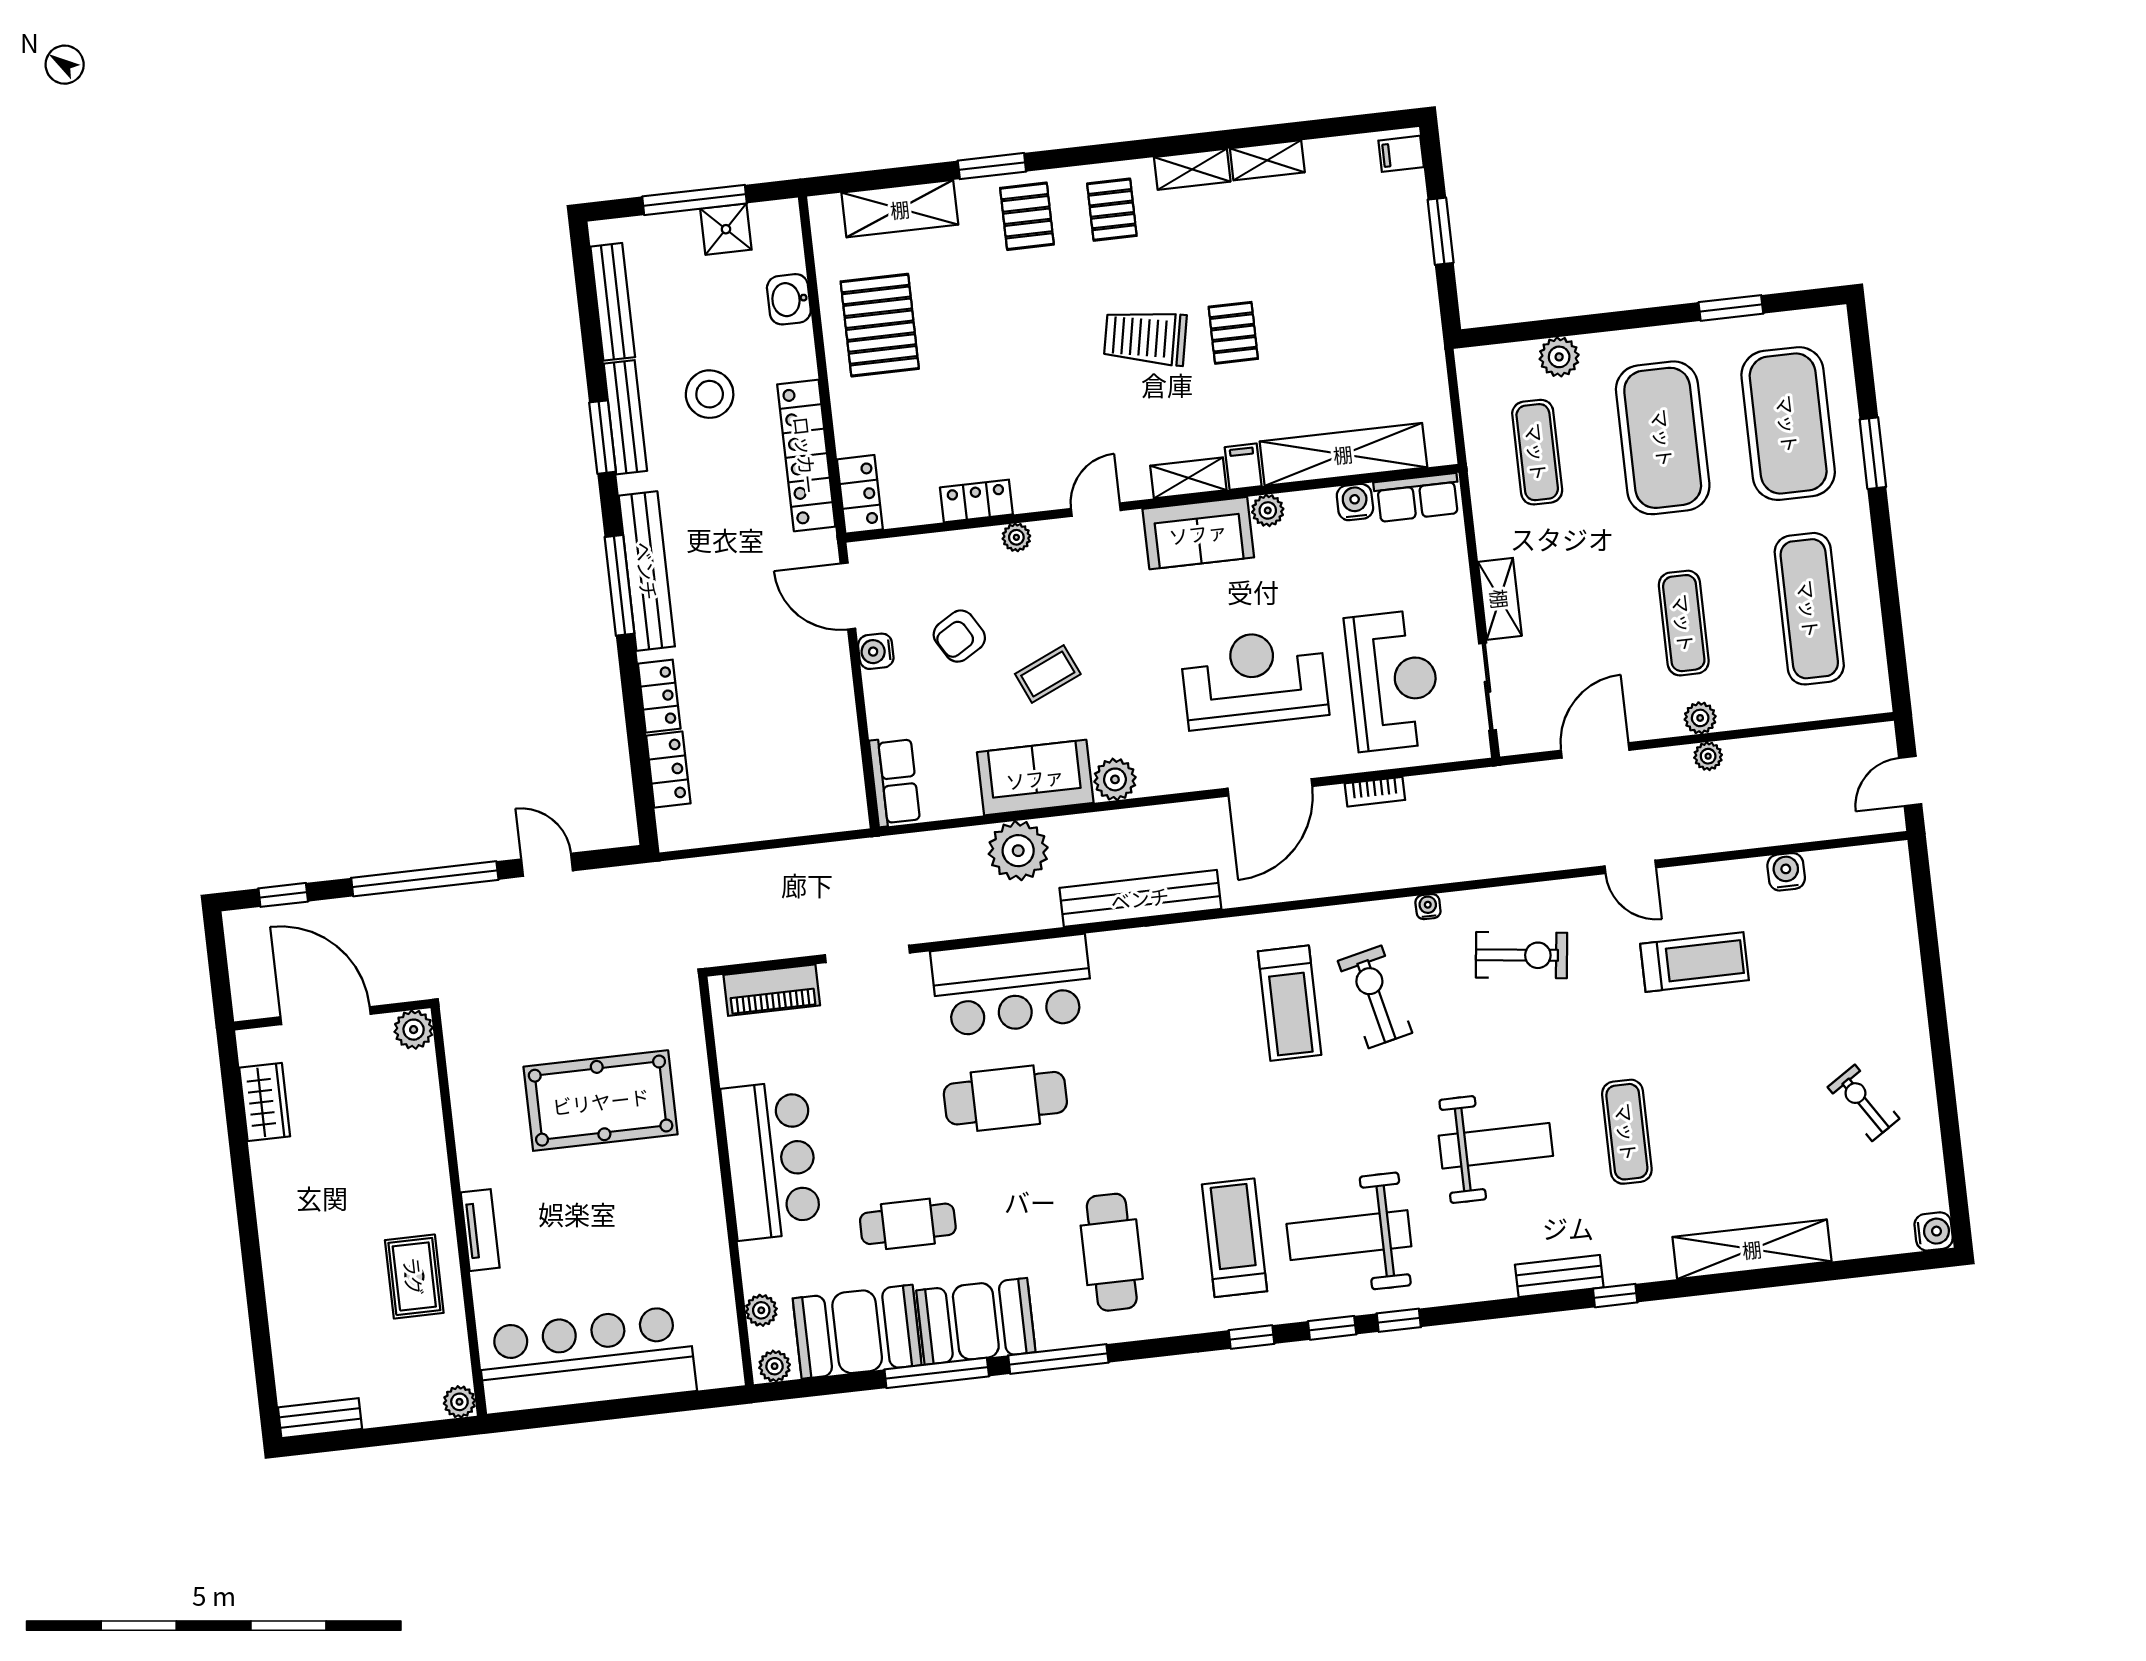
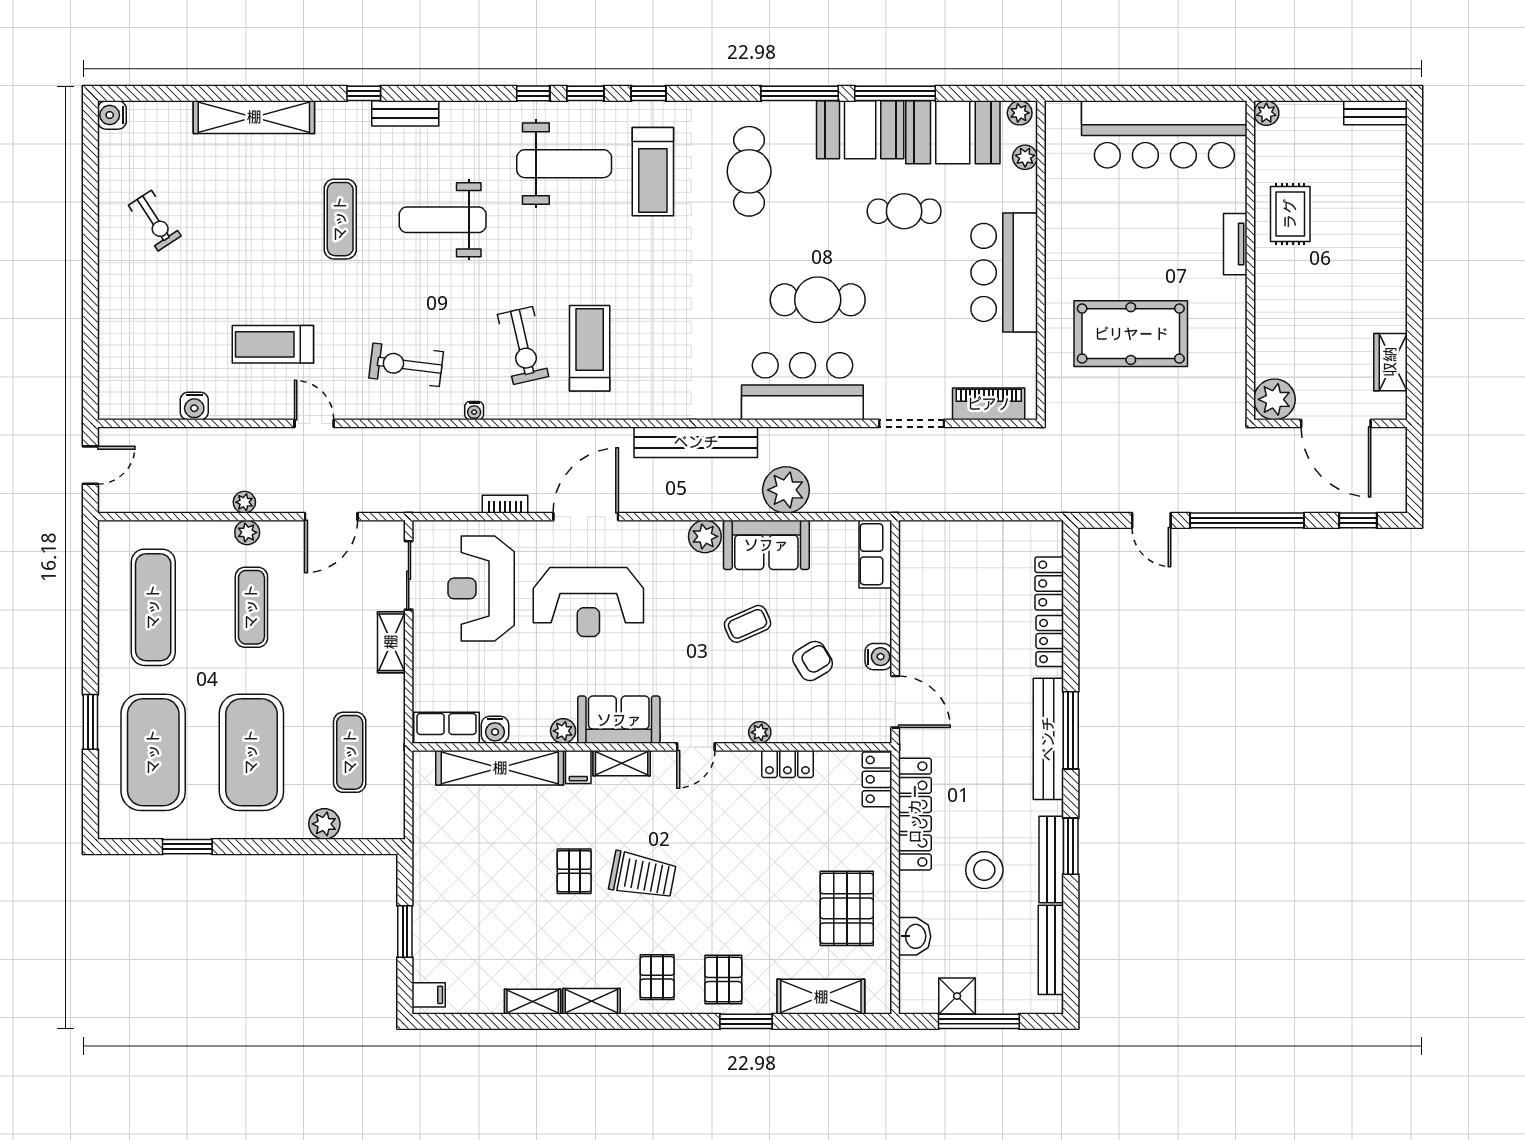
plant: (414, 1030) -> (1275, 399), width x1.36, depth x1.36

